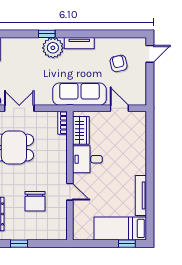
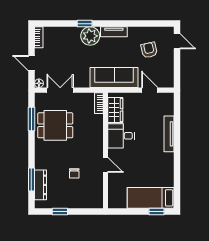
door: (150, 54) -> (177, 41), hinge flipped
tv unit: (141, 196) -> (169, 134), moved
chair: (35, 201) -> (74, 173), width x0.54, depth x0.54

